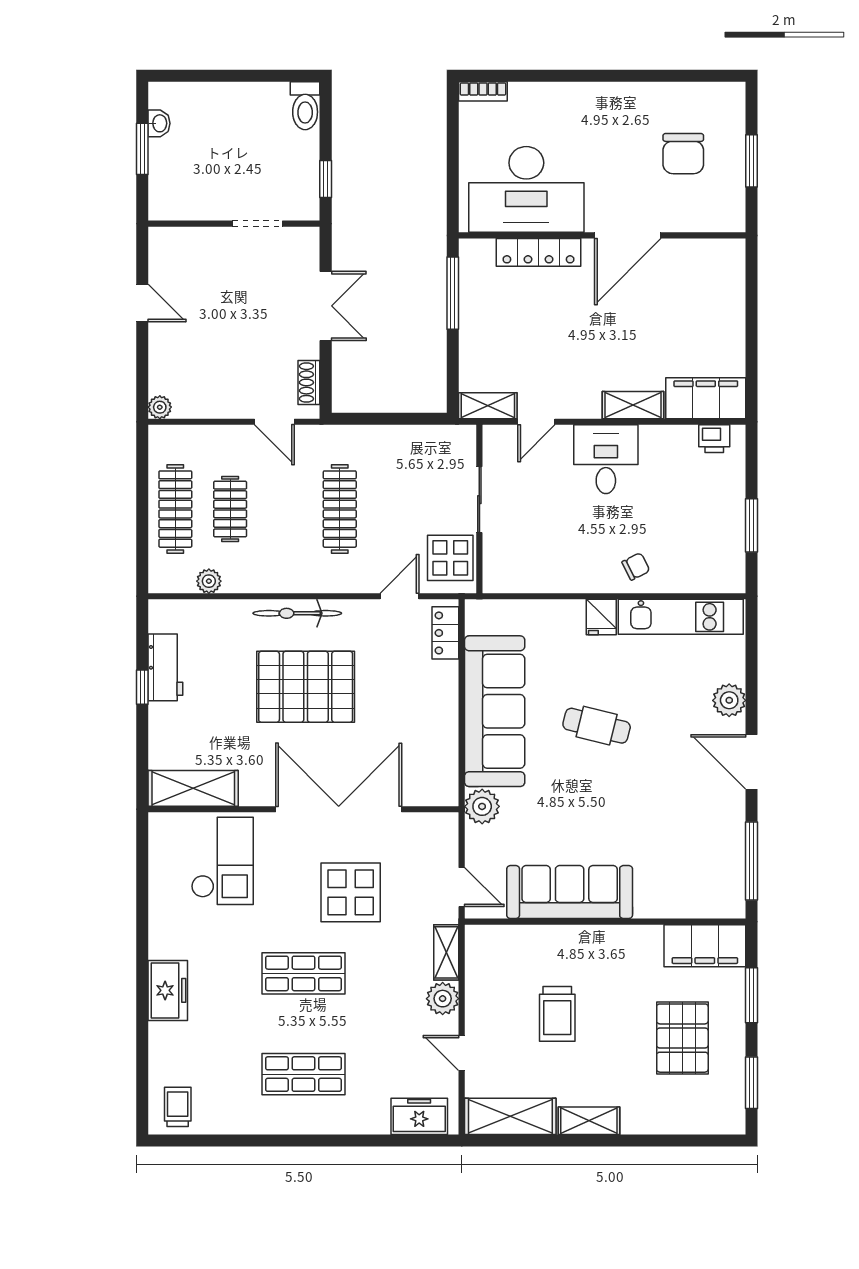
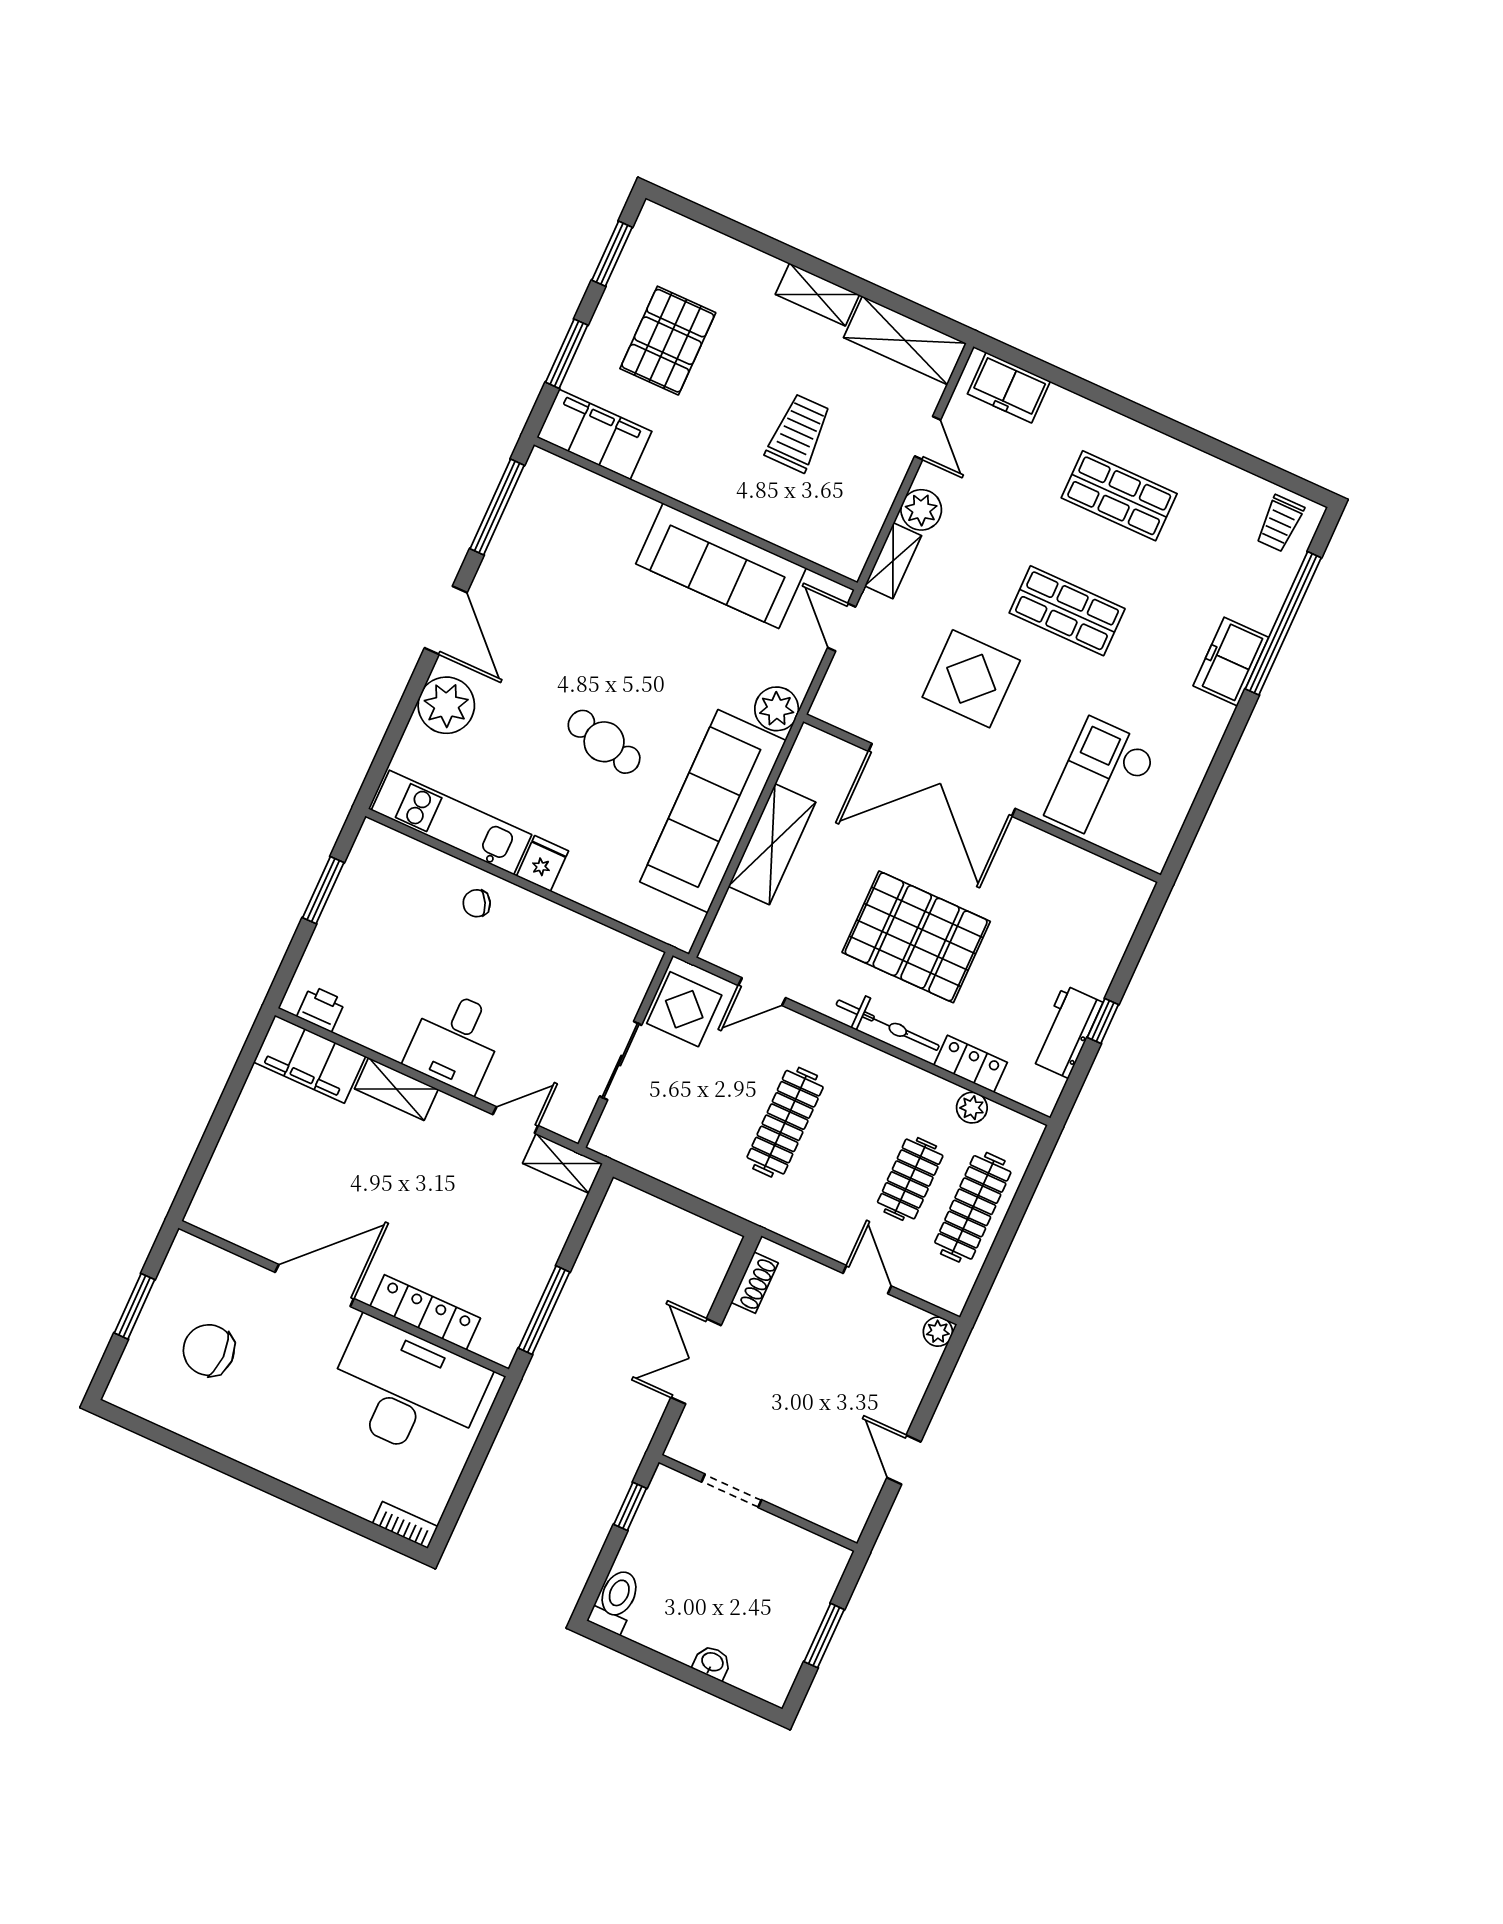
washbasin: (159, 123) -> (712, 1663), moved, turned 90
chair: (683, 154) -> (209, 1350), turned -90
door: (274, 422) -> (867, 1280), moved
locker: (445, 633) -> (971, 1064), moved, turned -90
plant: (729, 700) -> (446, 705), width x1.36, depth x1.36
shelving: (193, 788) -> (772, 844), moved, turned 90
window: (142, 1035) -> (1283, 623), added

